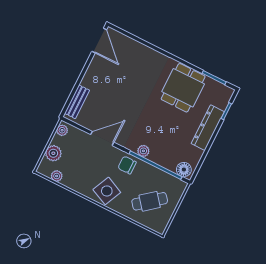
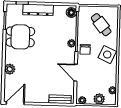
plant: (147, 54) -> (10, 69), added

